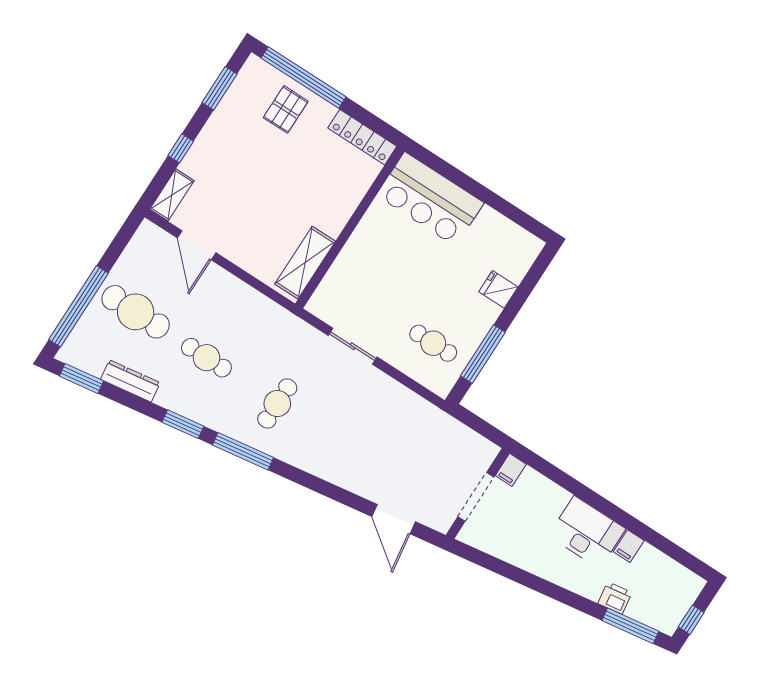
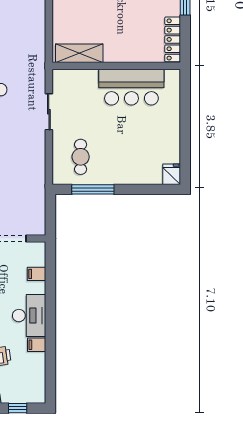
bar counter: (430, 199) -> (131, 87), moved, turned -90
fridge: (498, 289) -> (172, 174), moved
filing cabinet: (511, 470) -> (37, 274), moved

